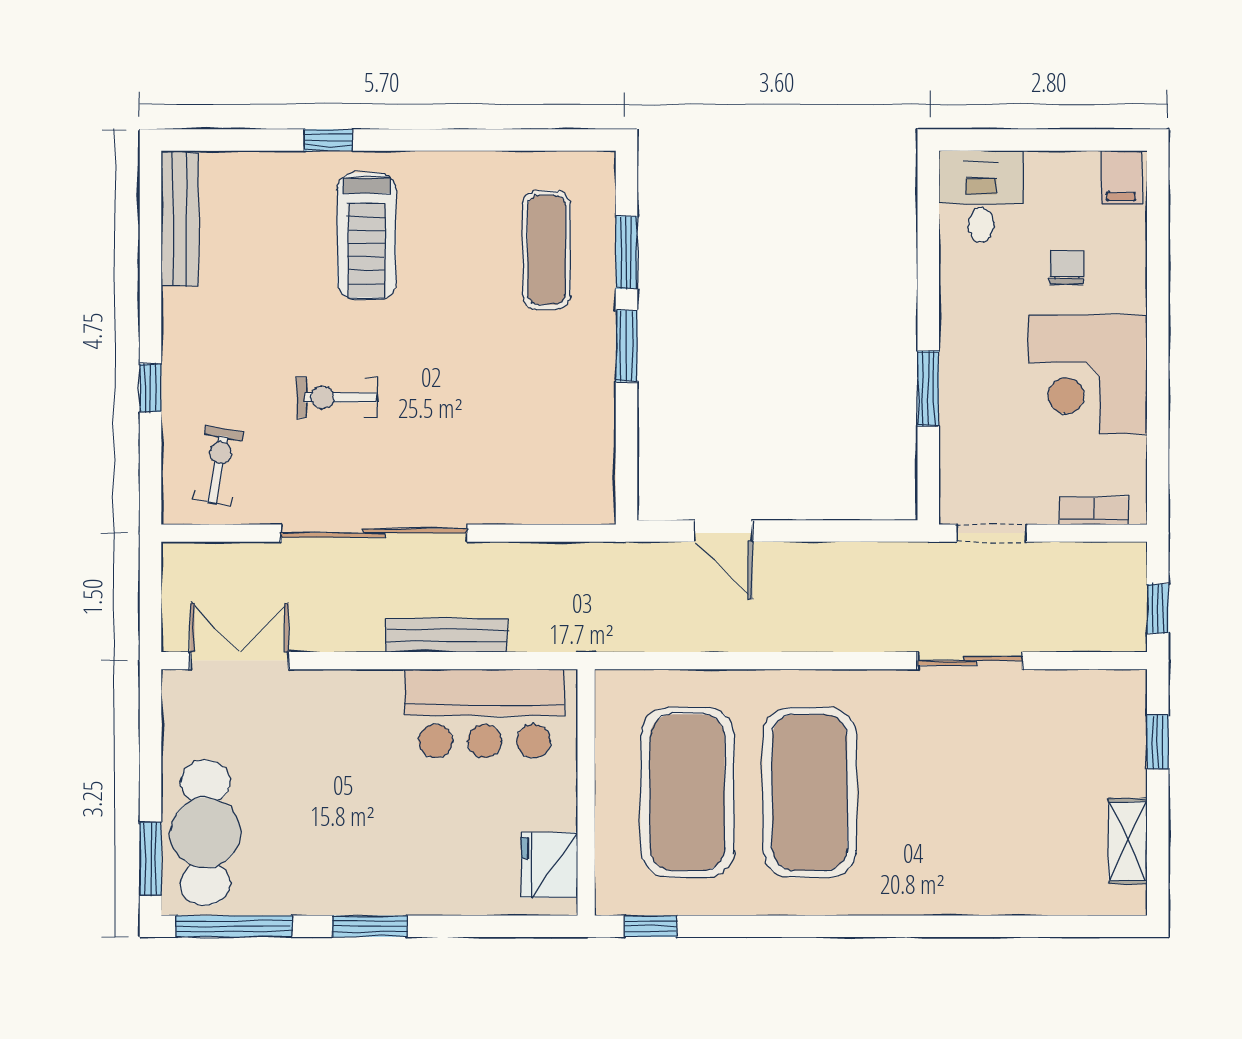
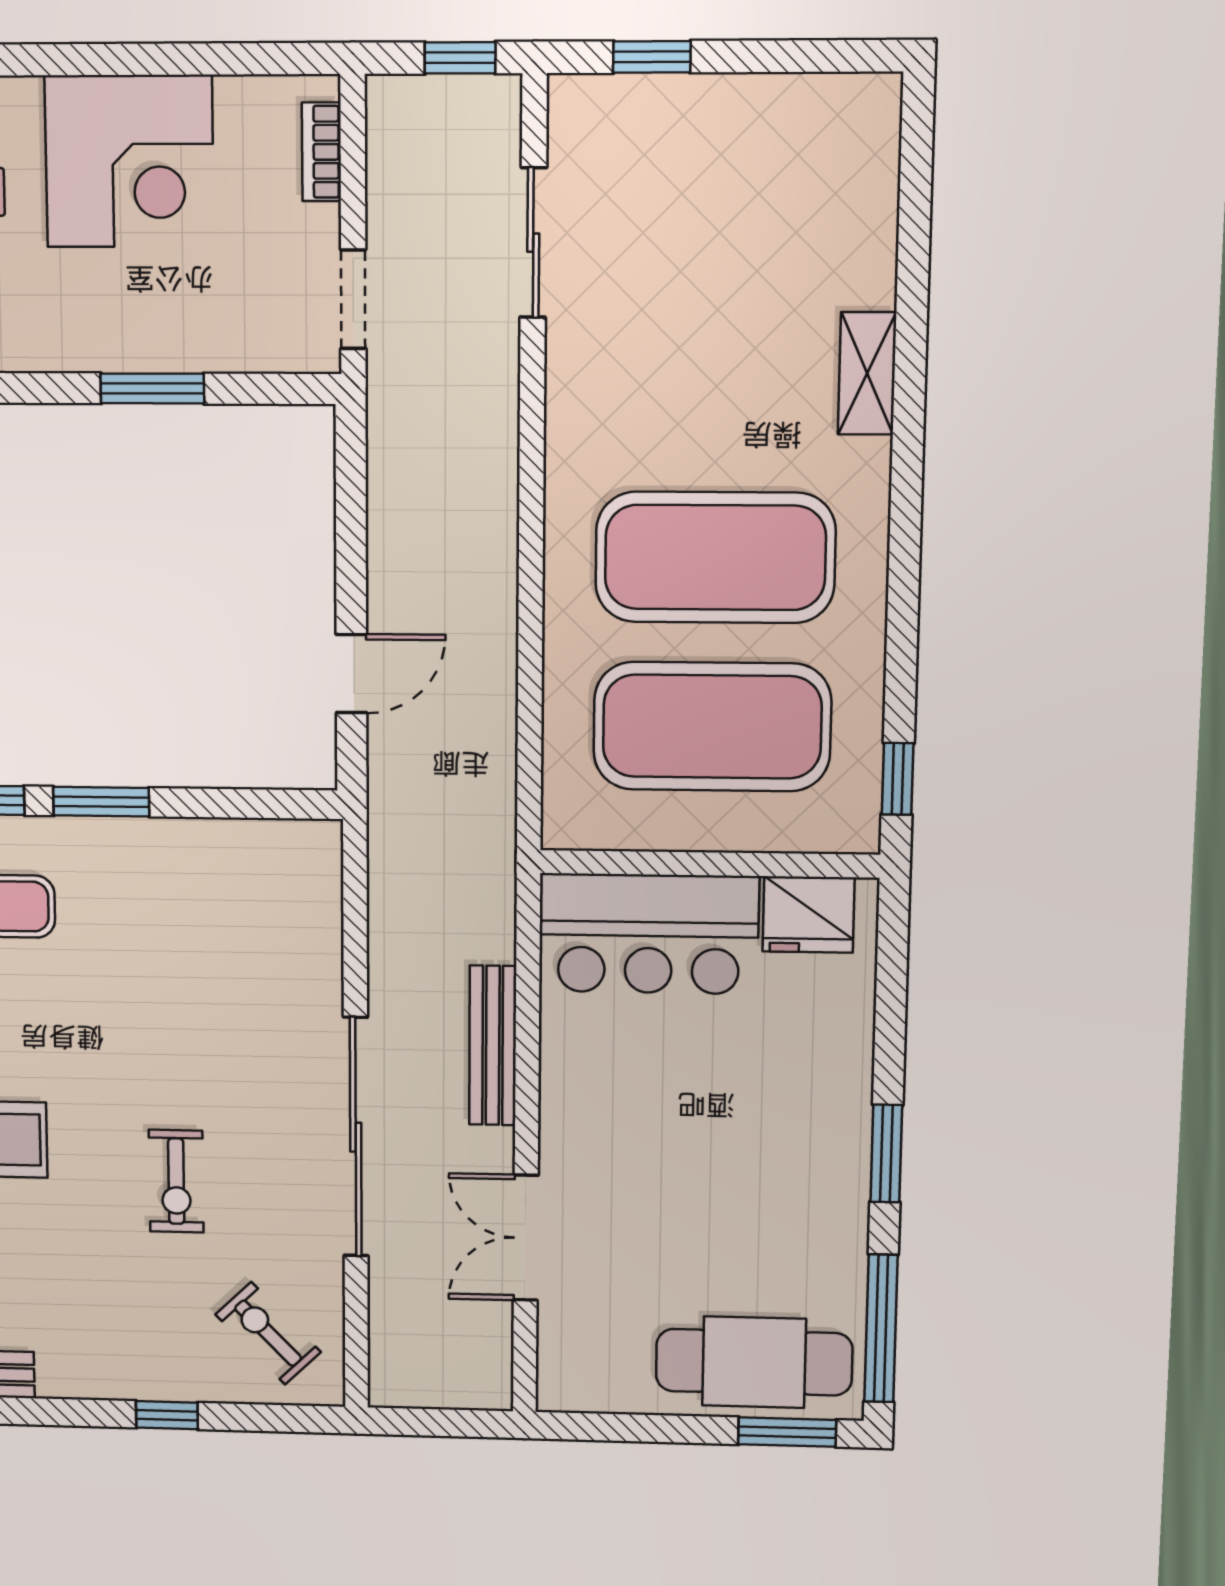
exercise bike: (218, 466) -> (268, 1333), turned 36
double door: (240, 661) -> (526, 1238), moved
sliding door: (970, 661) -> (533, 243), moved
bar counter: (485, 714) -> (649, 934), moved, turned 90
shelving: (1128, 841) -> (867, 373), moved, turned 90

